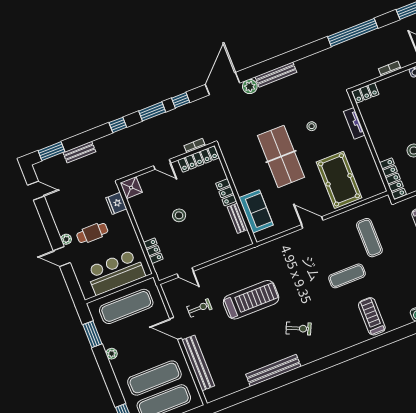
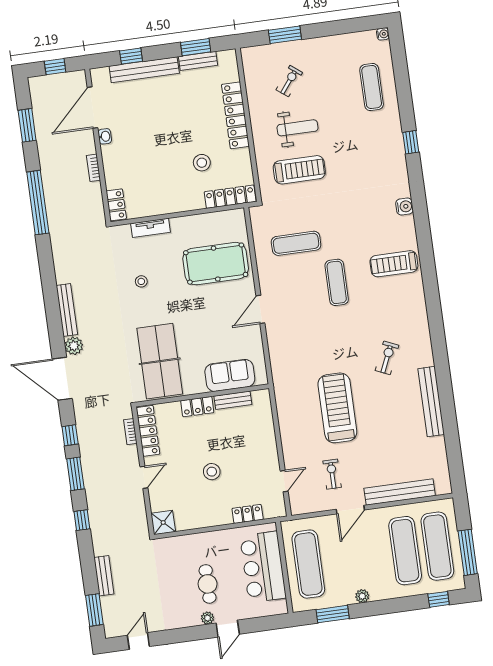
table tennis table: (281, 156) -> (160, 361), moved, turned 90
fridge: (116, 203) -> (178, 546), removed

